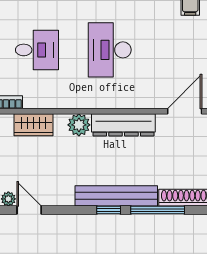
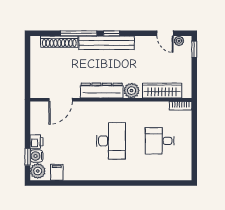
wardrobe: (34, 125) -> (162, 91), width x1.50

